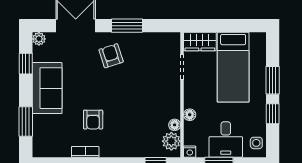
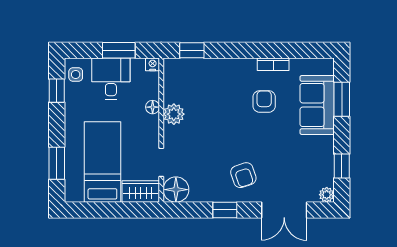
window: (127, 26) -> (225, 210), width x0.67
window: (273, 80) -> (57, 163), moved
sofa: (47, 88) -> (317, 105), moved
window: (273, 114) -> (57, 91), moved
floor lamp: (175, 125) -> (176, 190), moved, width x1.89, depth x1.89
plant: (171, 141) -> (174, 114), moved

